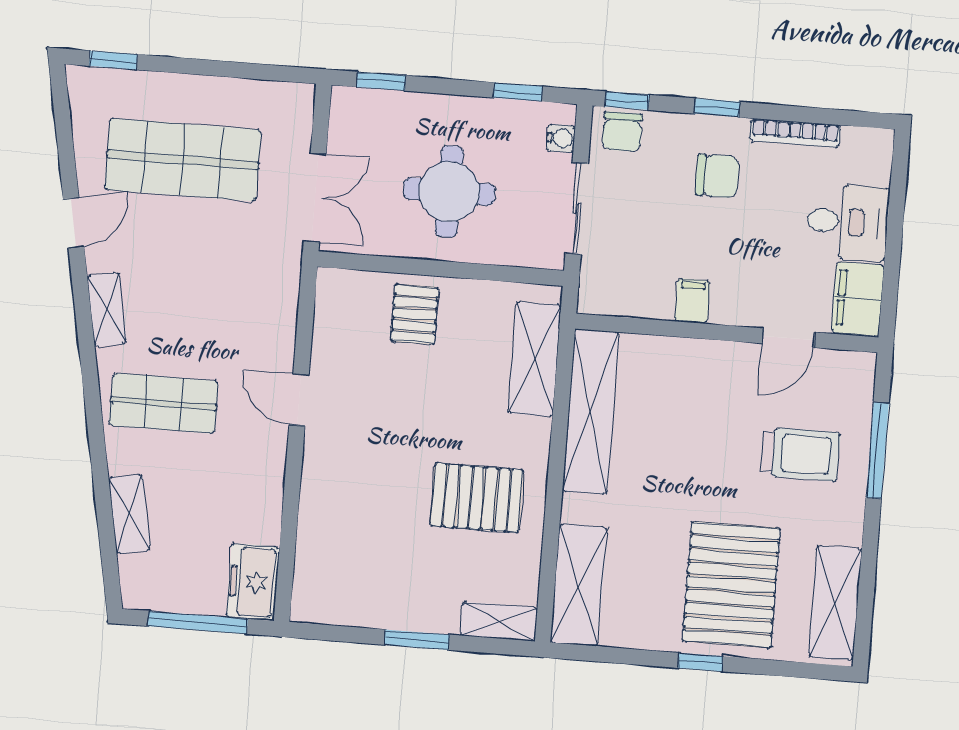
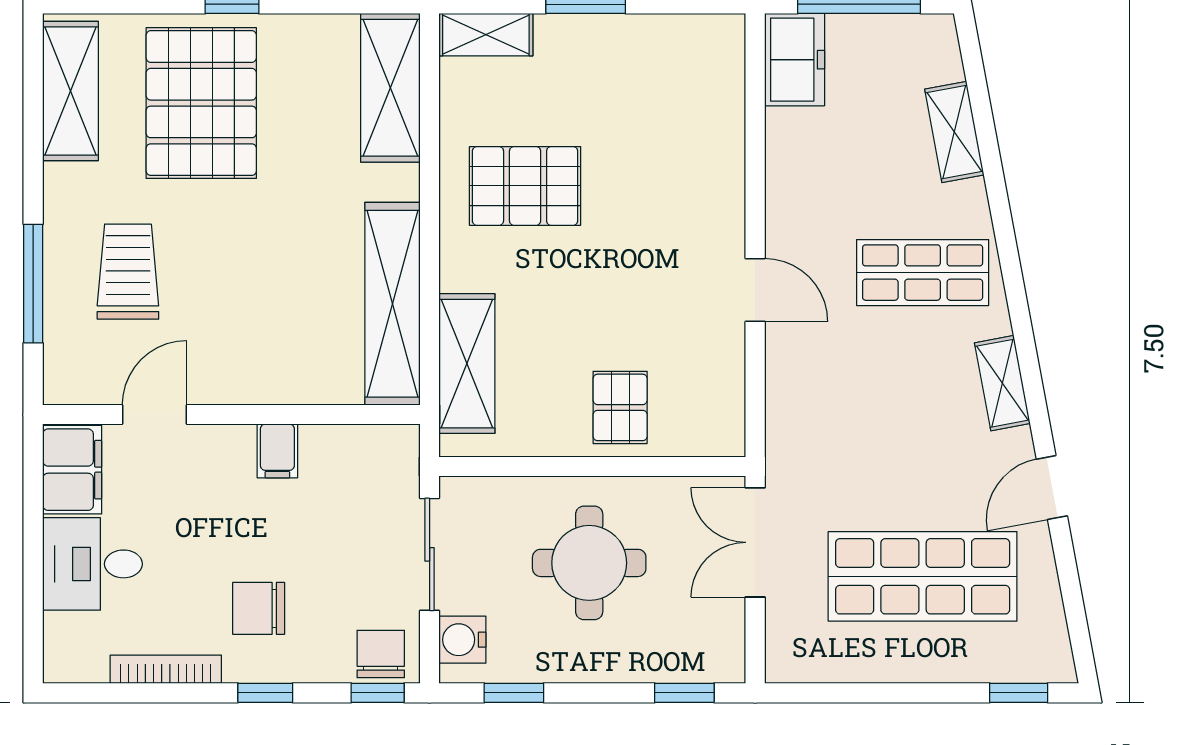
water cooler: (561, 138) -> (462, 640), width x1.38, depth x1.38
trolley: (801, 454) -> (128, 272), turned 90

